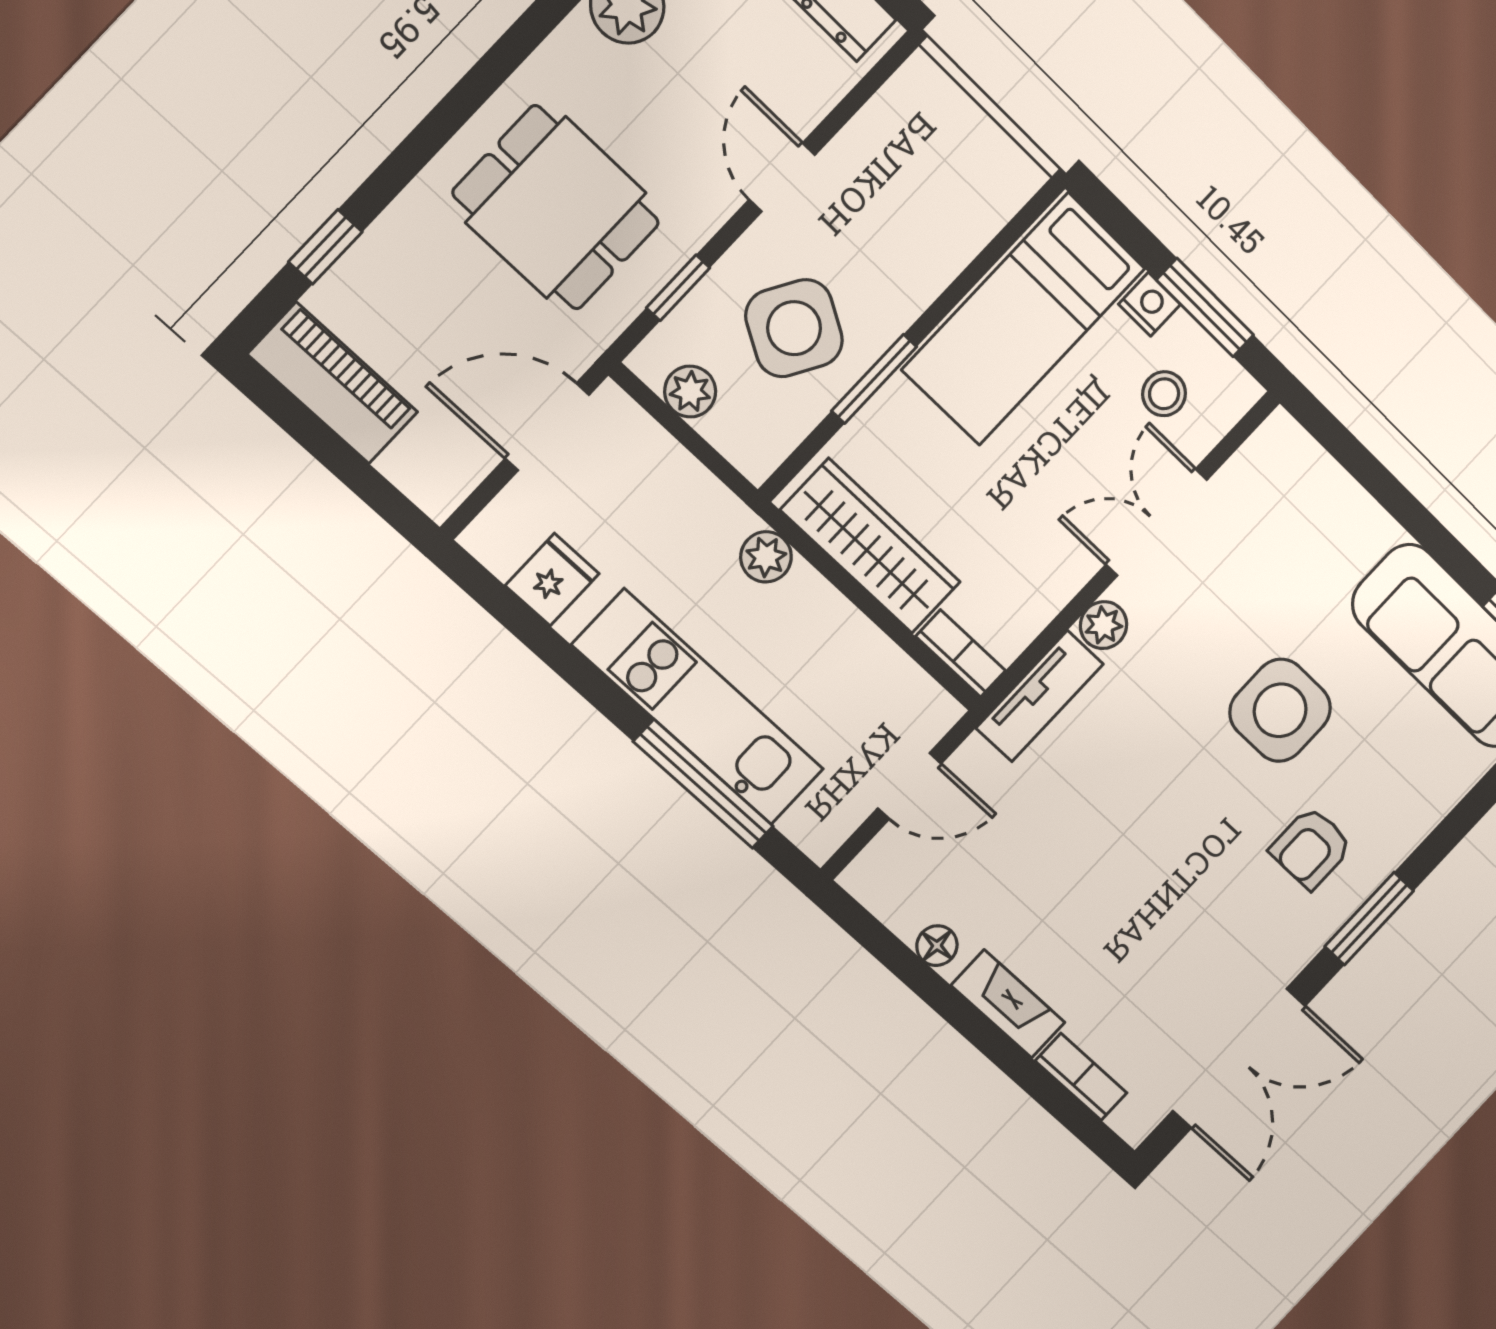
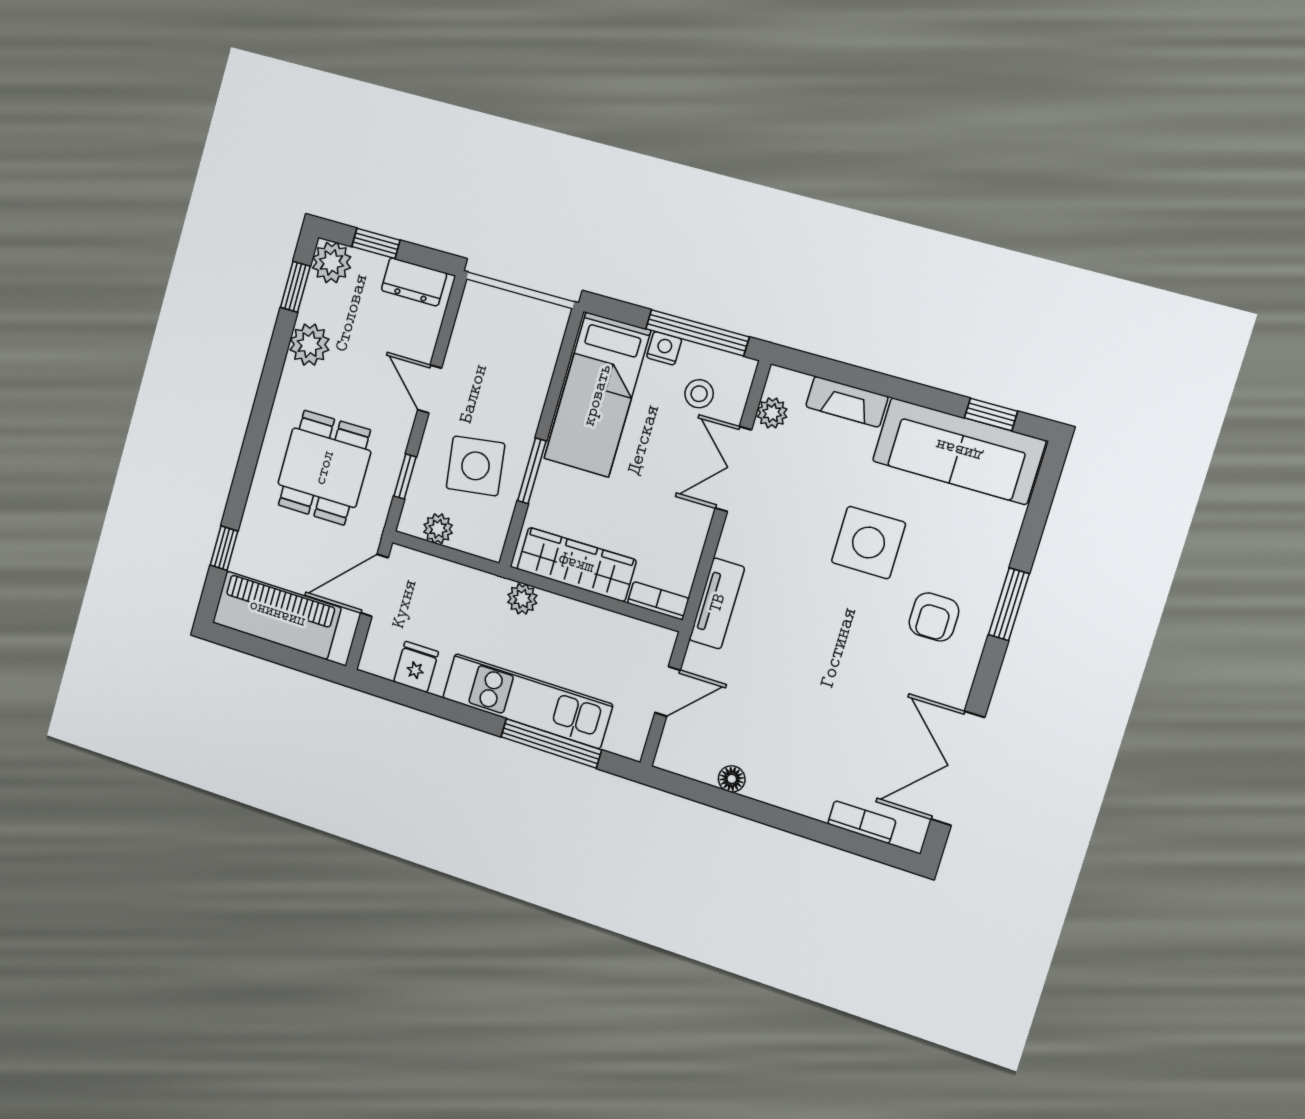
dining table: (556, 208) -> (324, 468), turned 90
window: (1205, 308) -> (697, 333), width x1.44
side table: (794, 328) -> (475, 466), turned -38
piano: (333, 383) -> (277, 615), width x1.37, depth x1.33
plant: (1104, 625) -> (772, 413), moved
window: (1369, 919) -> (1009, 604), moved
fireplace: (1008, 1004) -> (847, 402), moved, turned 180
double door: (1239, 1058) -> (958, 768), swing flipped

